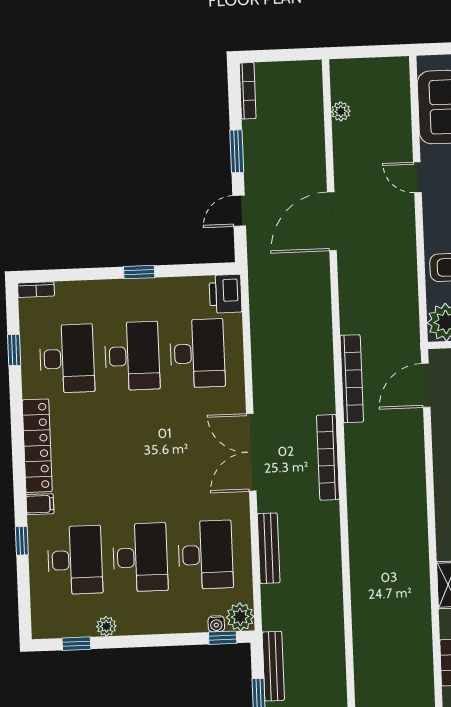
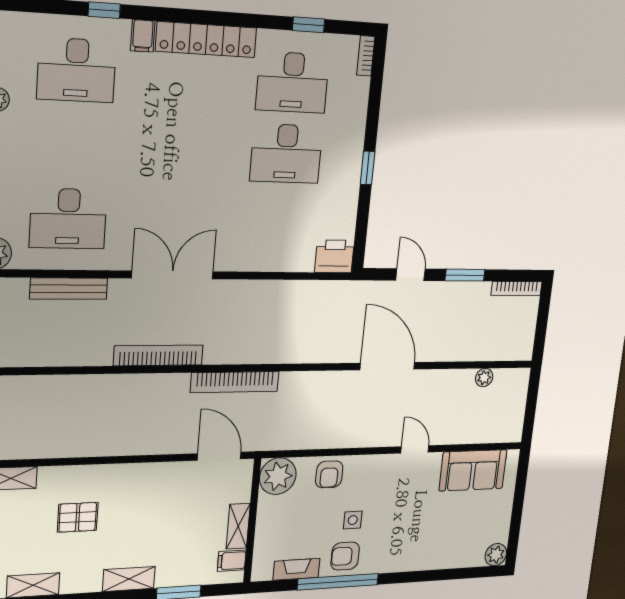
door: (417, 177) -> (415, 449), hinge flipped
desk: (197, 353) -> (280, 223), removed
desk: (140, 557) -> (72, 145), removed

